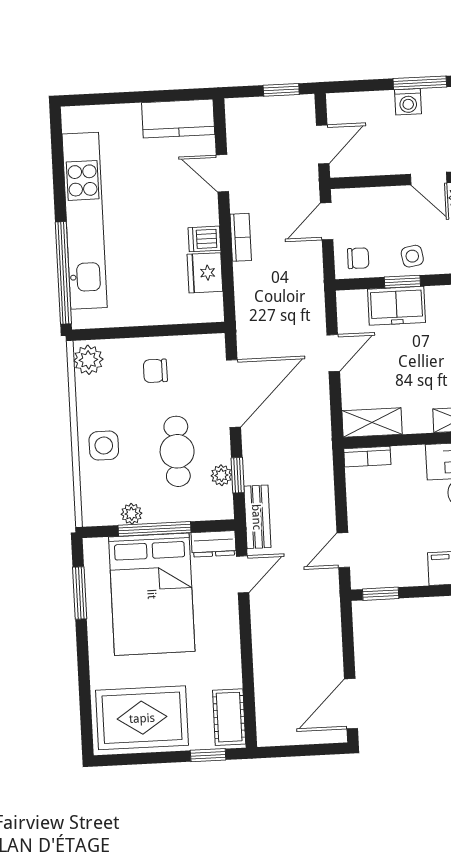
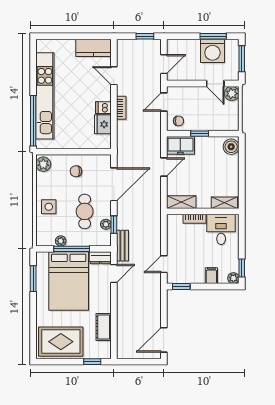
washing machine: (408, 102) -> (212, 51), width x1.89, depth x1.89
side table: (412, 256) -> (205, 121), removed
freezer: (397, 306) -> (180, 145), moved
bookcase: (367, 457) -> (194, 219), moved
cot: (229, 717) -> (104, 327), moved

